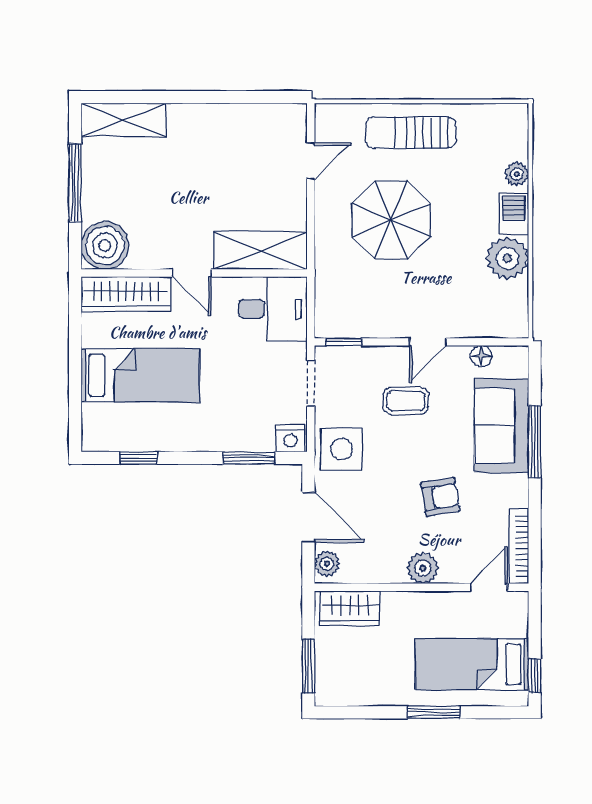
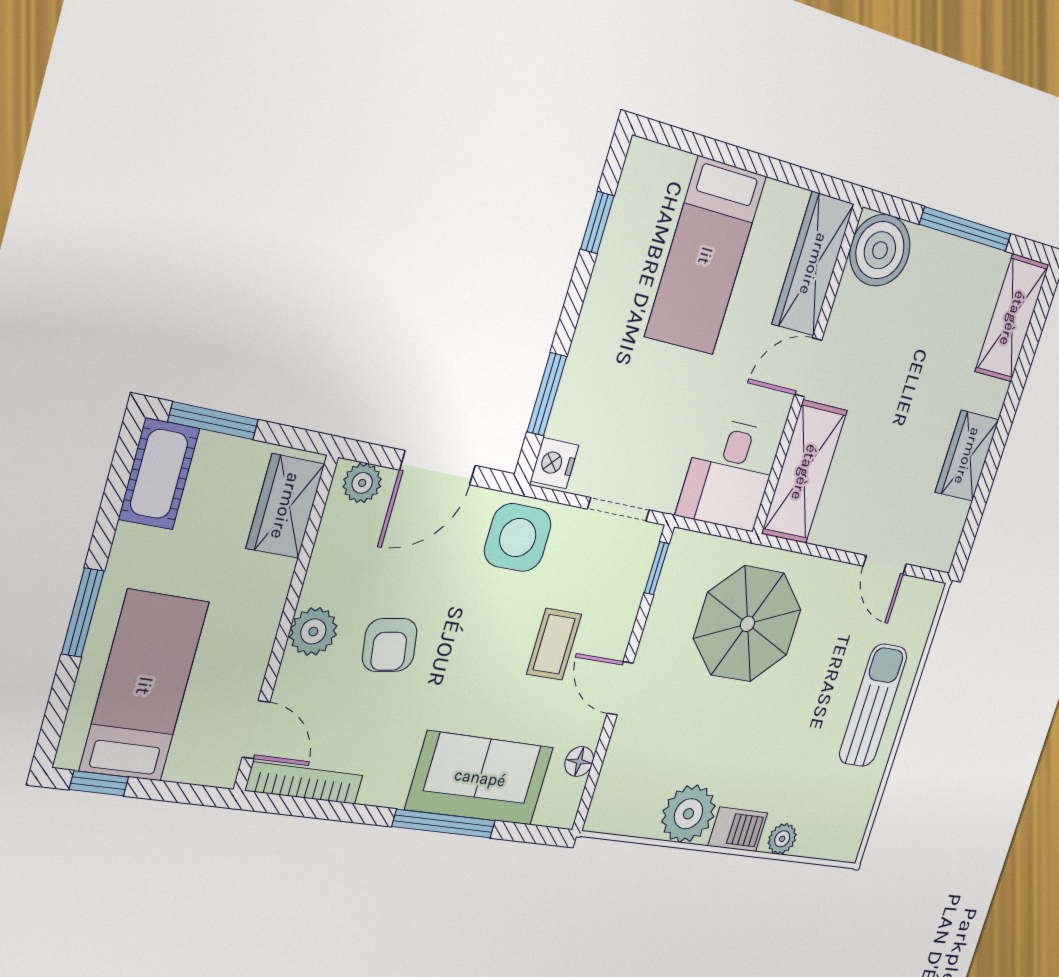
wardrobe: (223, 121) -> (967, 456), added
parasol: (391, 220) -> (747, 624), moved
armchair: (440, 497) -> (390, 645), moved
cot: (345, 690) -> (159, 474), added

